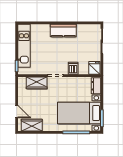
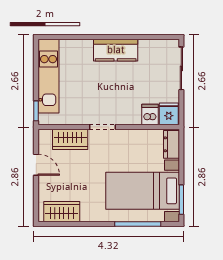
dishwasher: (73, 68) -> (150, 115), moved
door: (17, 112) -> (36, 165), moved

